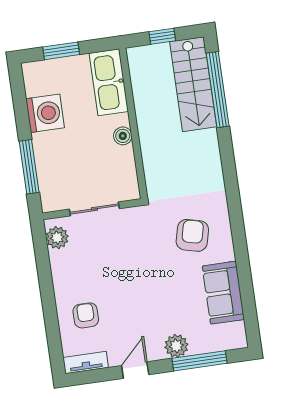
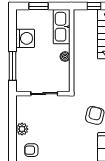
plant: (57, 238) -> (22, 129), moved
armchair: (86, 315) -> (31, 150), turned -90

